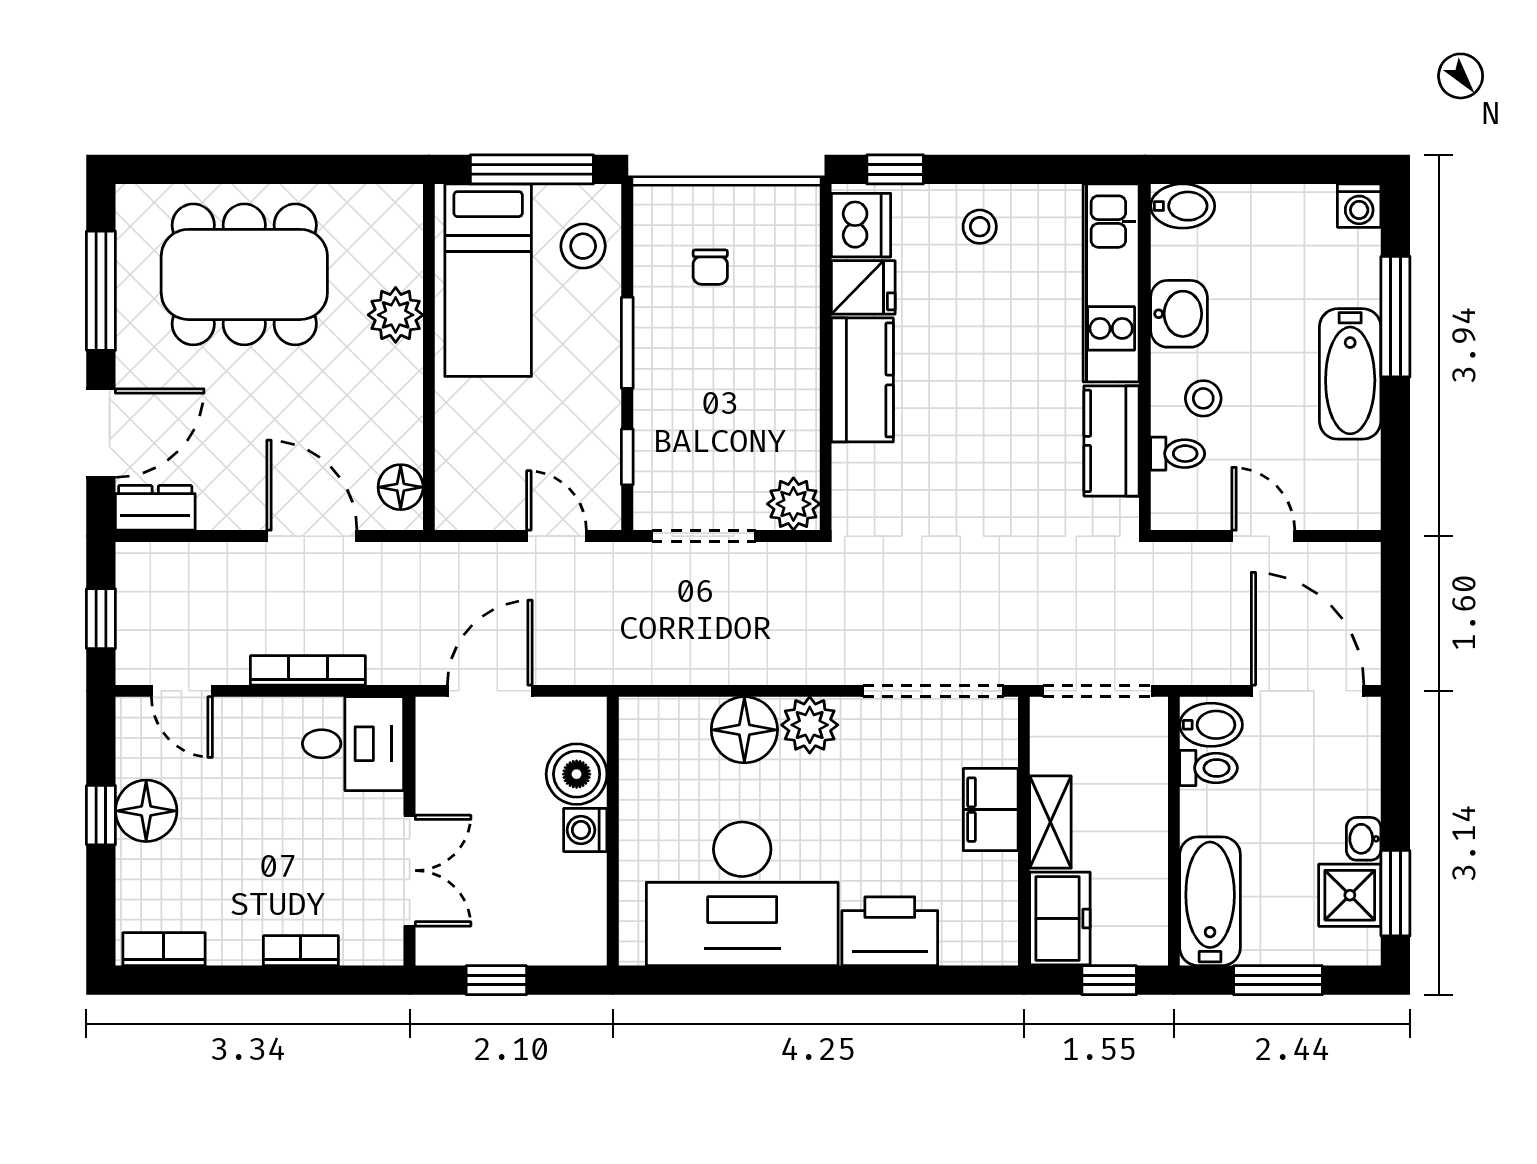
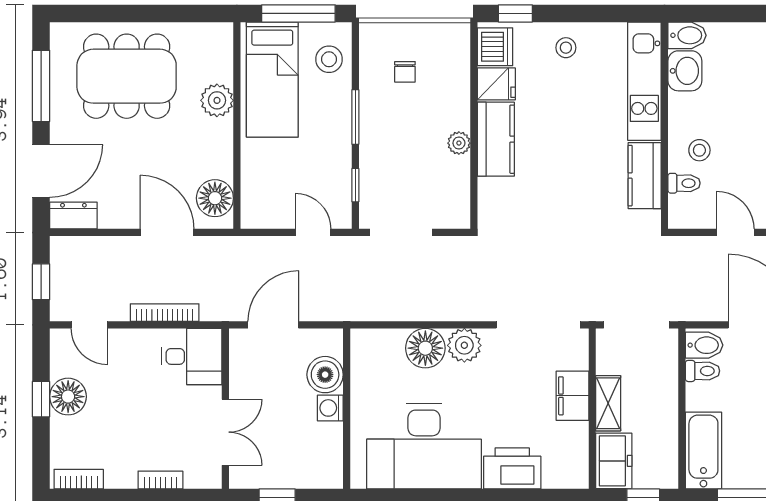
washbasin: (1179, 314) -> (685, 71), moved
floor lamp: (401, 487) -> (215, 198), width x1.38, depth x1.38
plant: (793, 504) -> (459, 143), moved, width x0.73, depth x0.73

